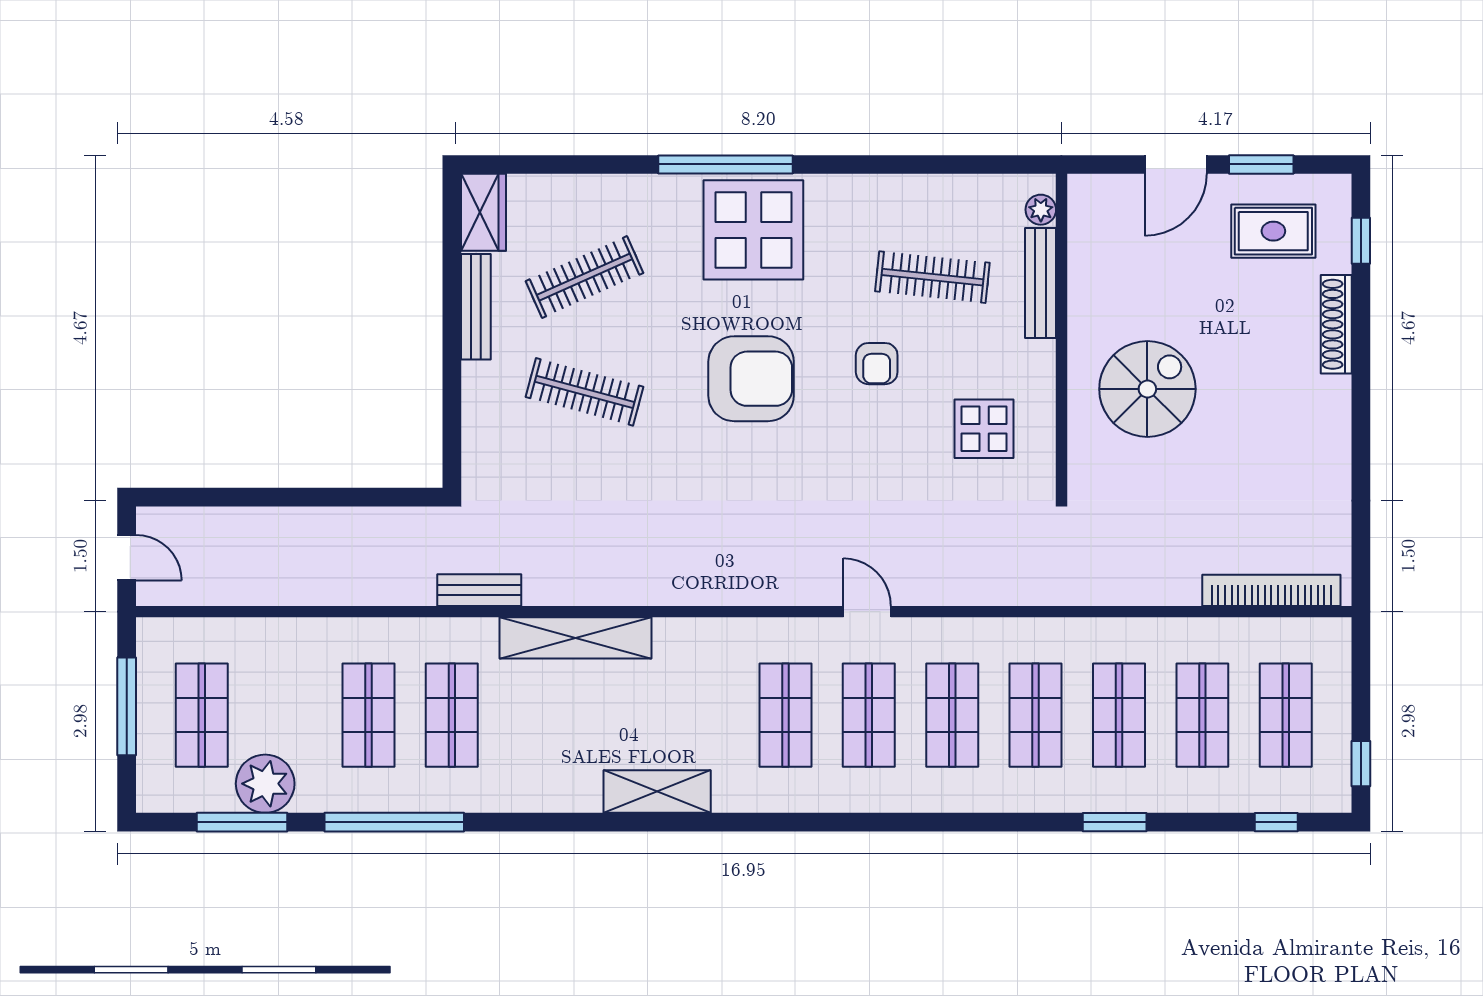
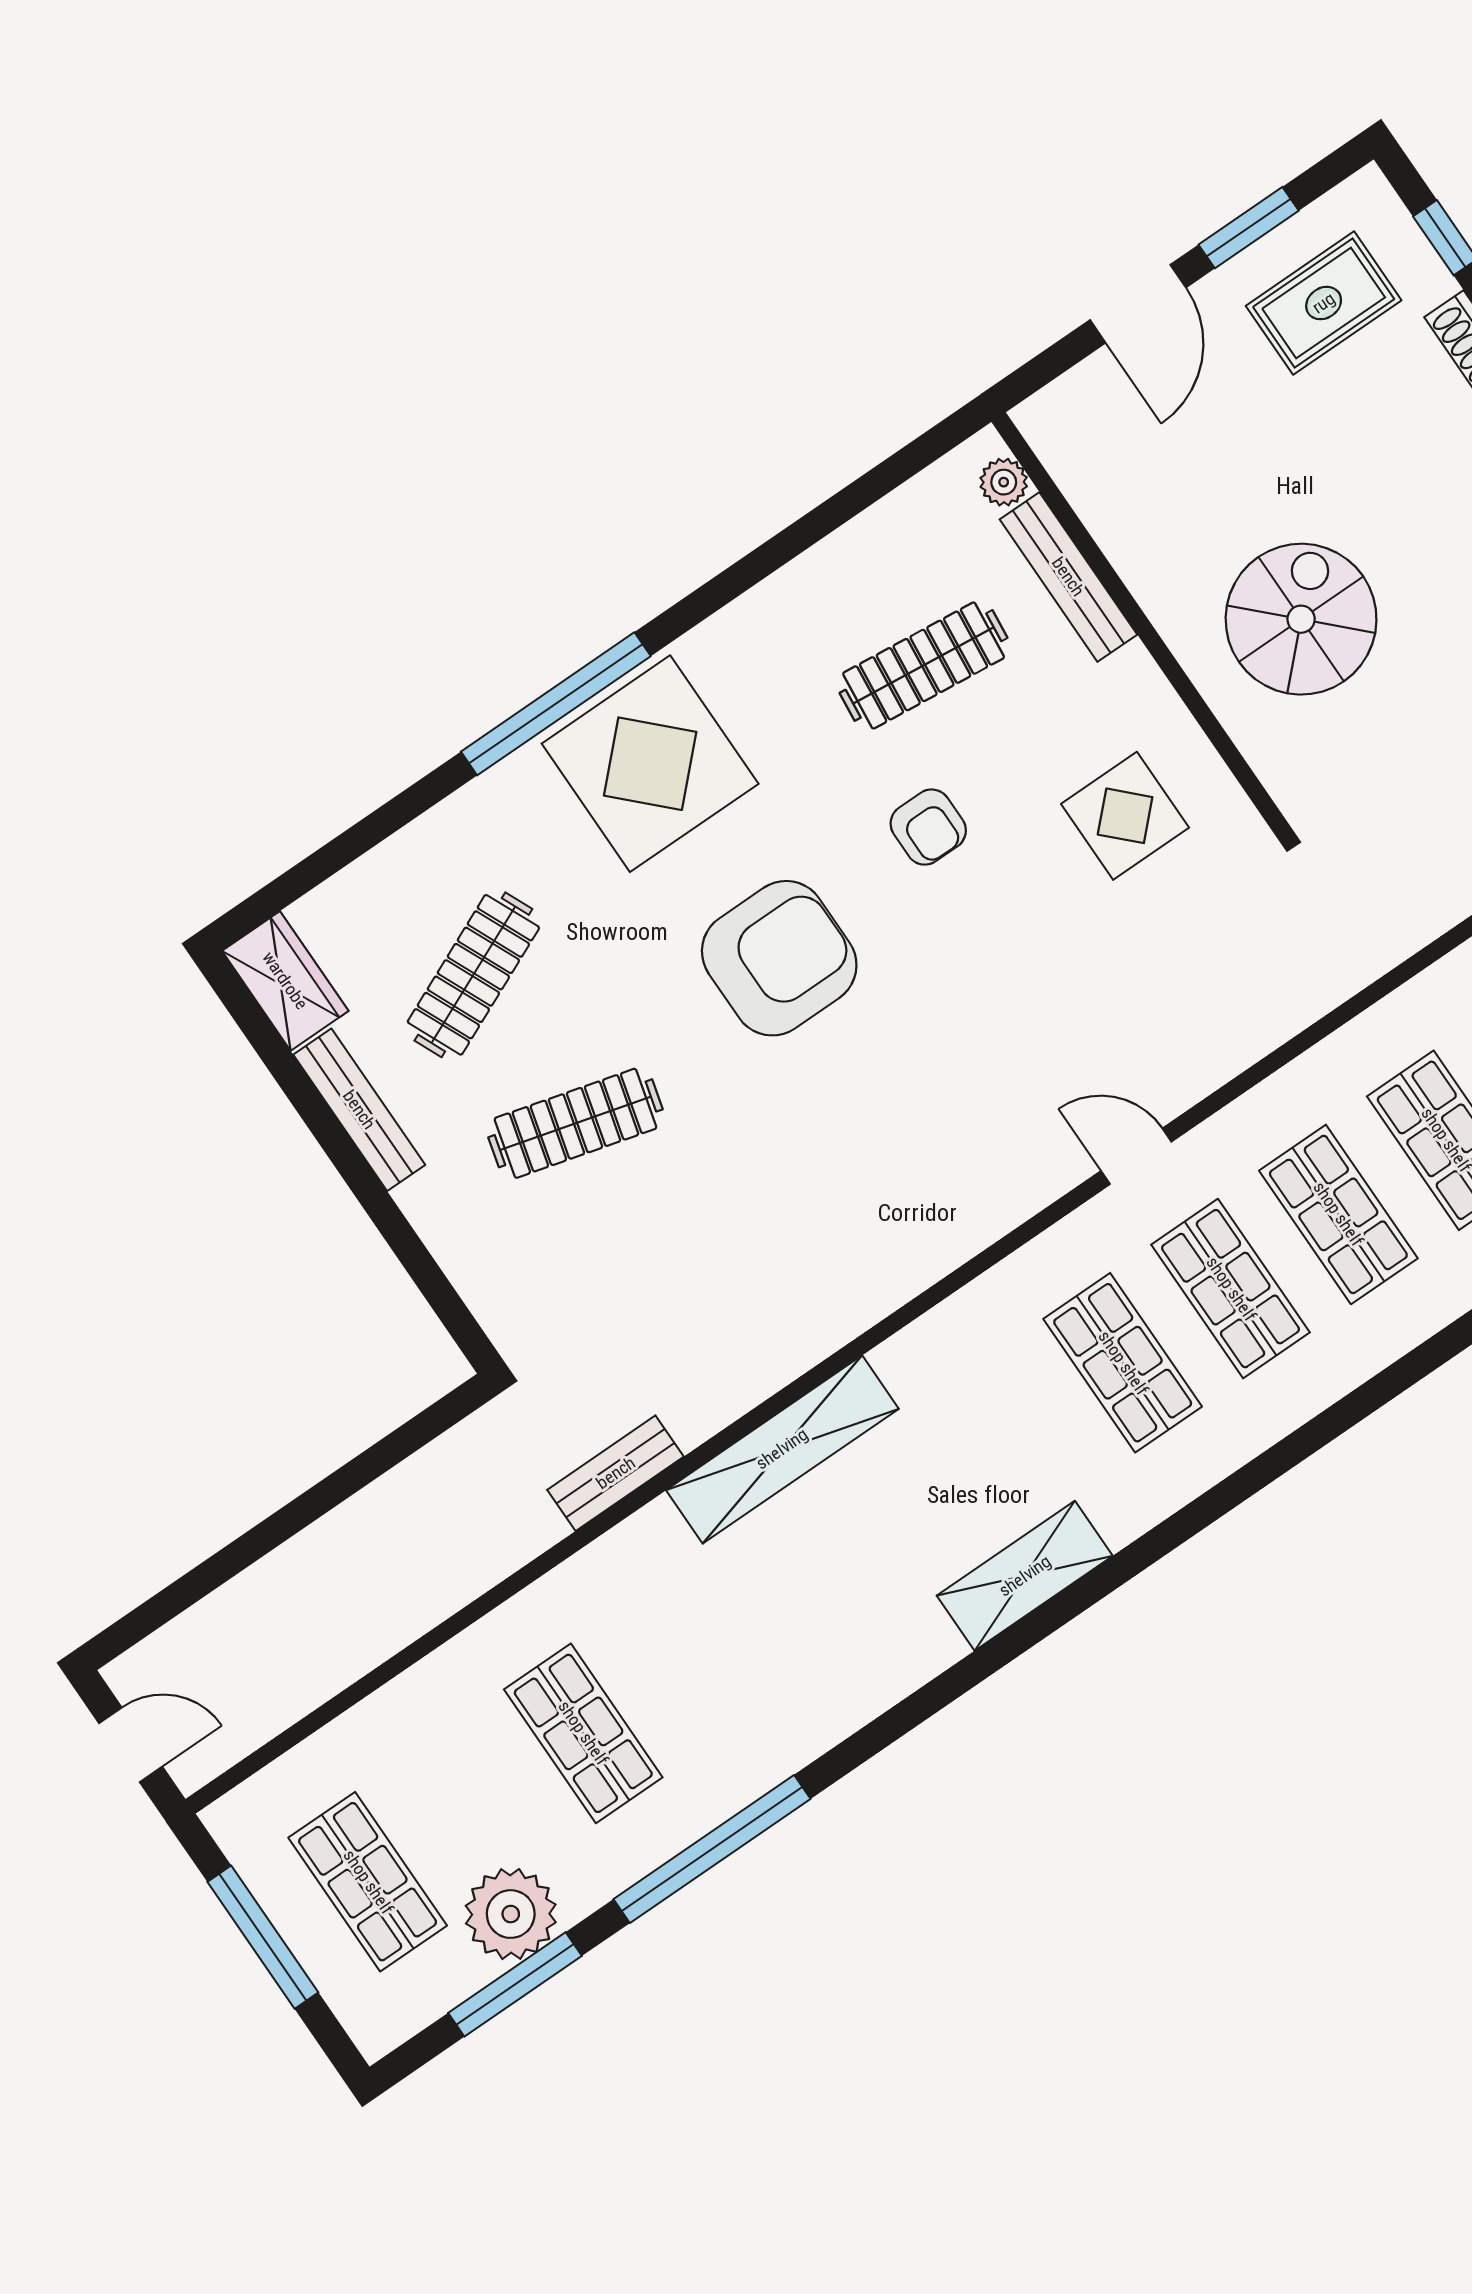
shop shelf: (452, 715) -> (691, 1659), removed

